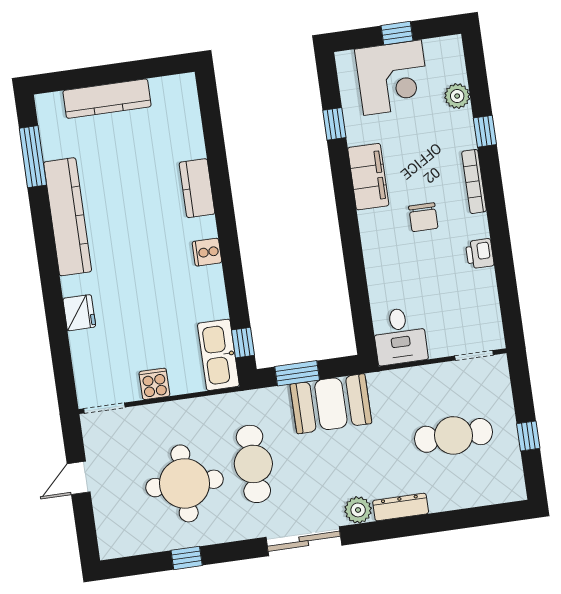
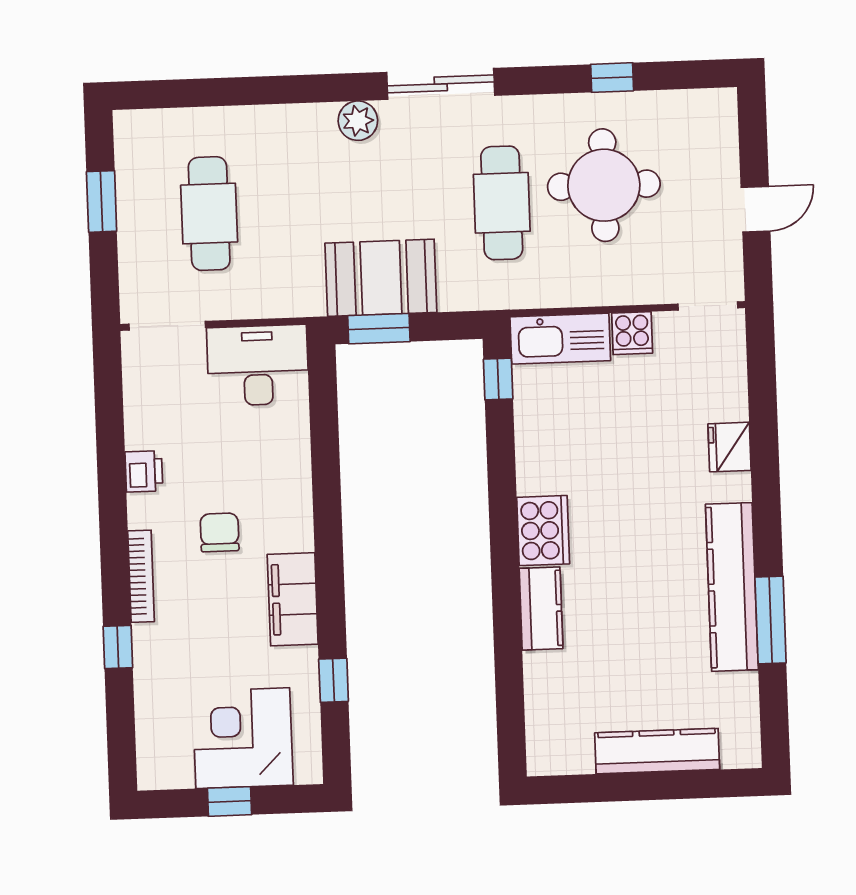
plant: (457, 96) -> (152, 702), removed
window: (33, 157) -> (771, 620), moved
cooker: (207, 252) -> (543, 531), width x1.87, depth x1.31
desk: (400, 336) -> (258, 365), width x1.37
kitchen sink: (218, 355) -> (560, 339), moved, turned 90
doorway: (474, 355) -> (167, 326), width x1.38
window: (297, 373) -> (379, 329), moved
cafe table: (454, 435) -> (209, 214), turned 90
window: (528, 436) -> (102, 201), width x1.50
dresser: (401, 507) -> (296, 118), removed

